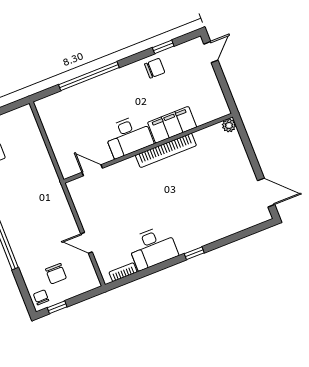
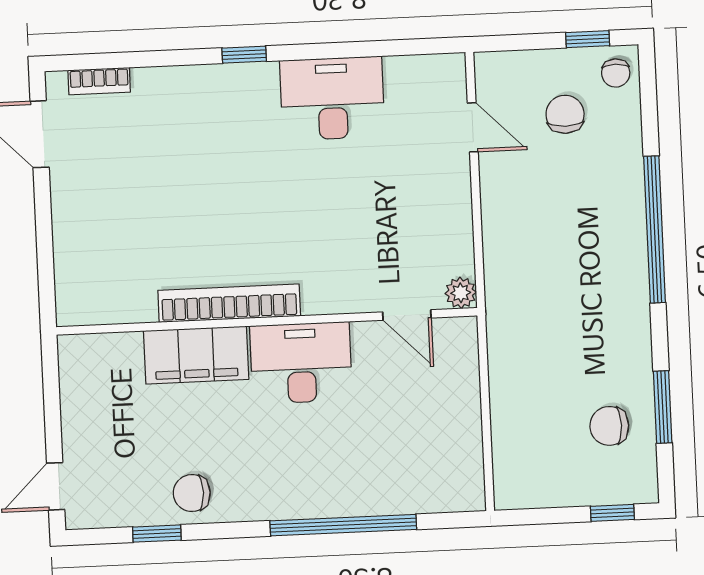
plant: (229, 125) -> (461, 293), moved
door: (87, 243) -> (473, 127), moved
bookcase: (123, 272) -> (99, 81), moved

